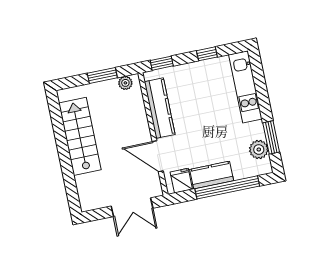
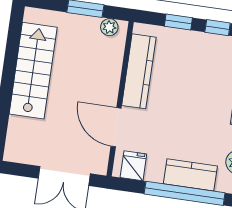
window: (162, 63) -> (178, 22), moved
kitchen counter: (212, 175) -> (190, 175), moved

